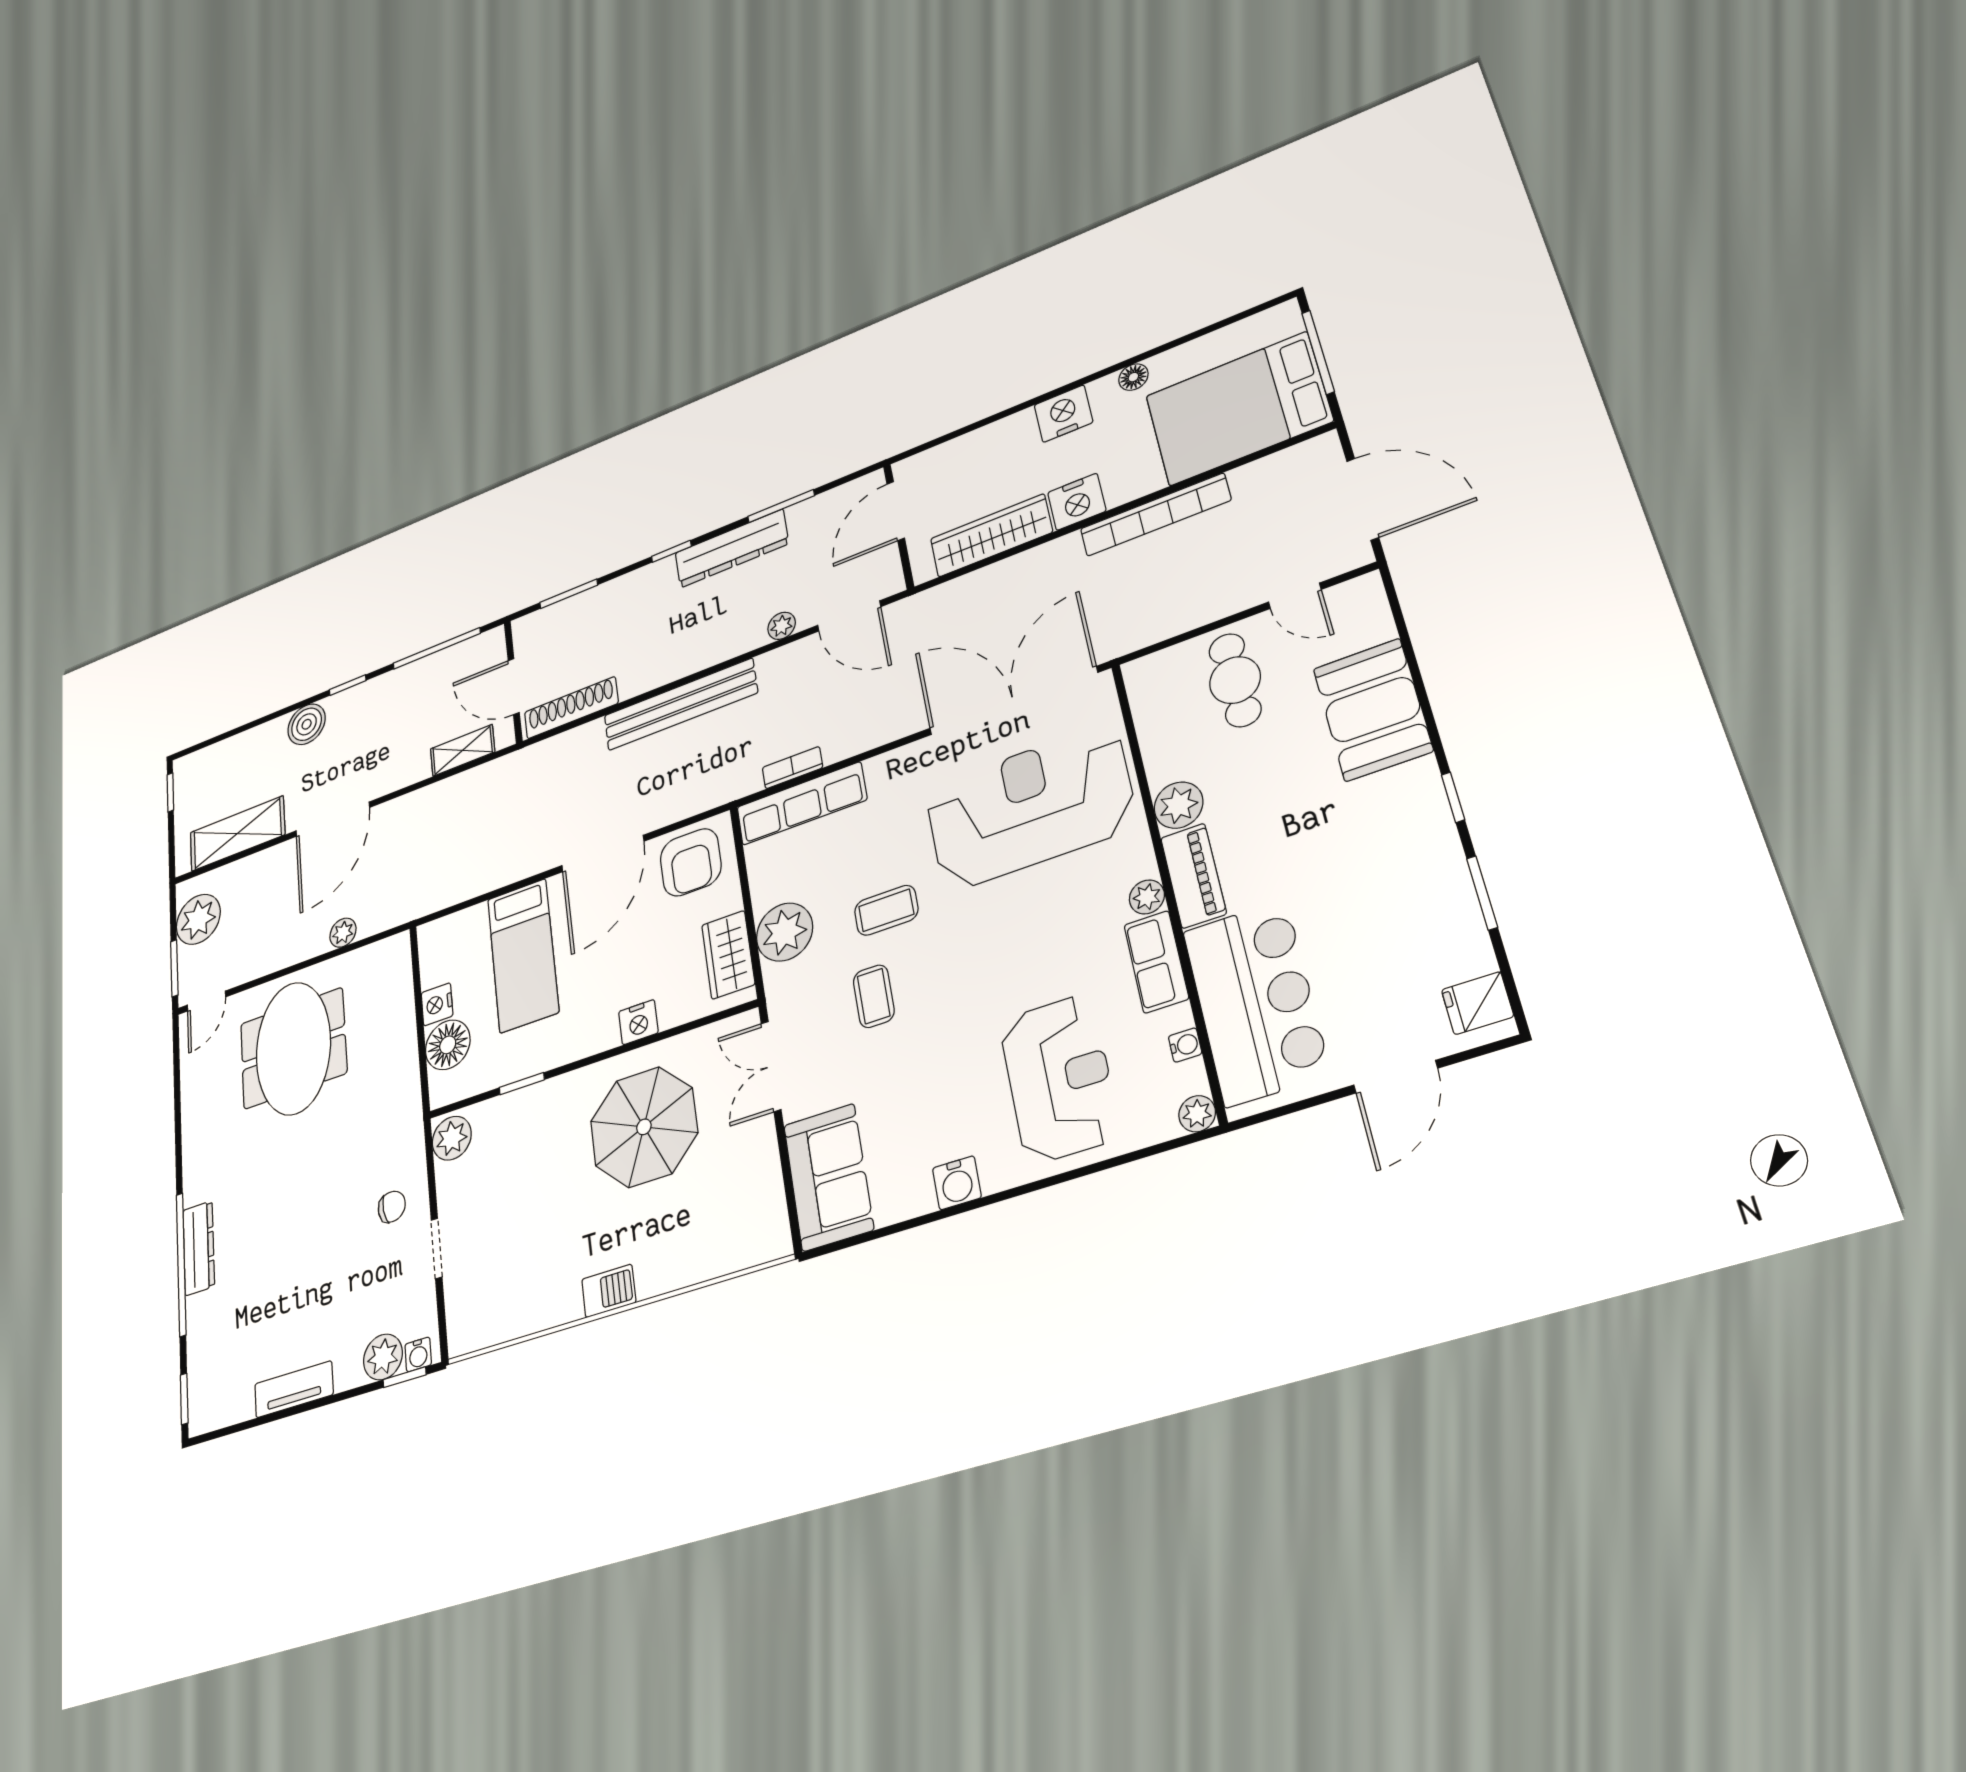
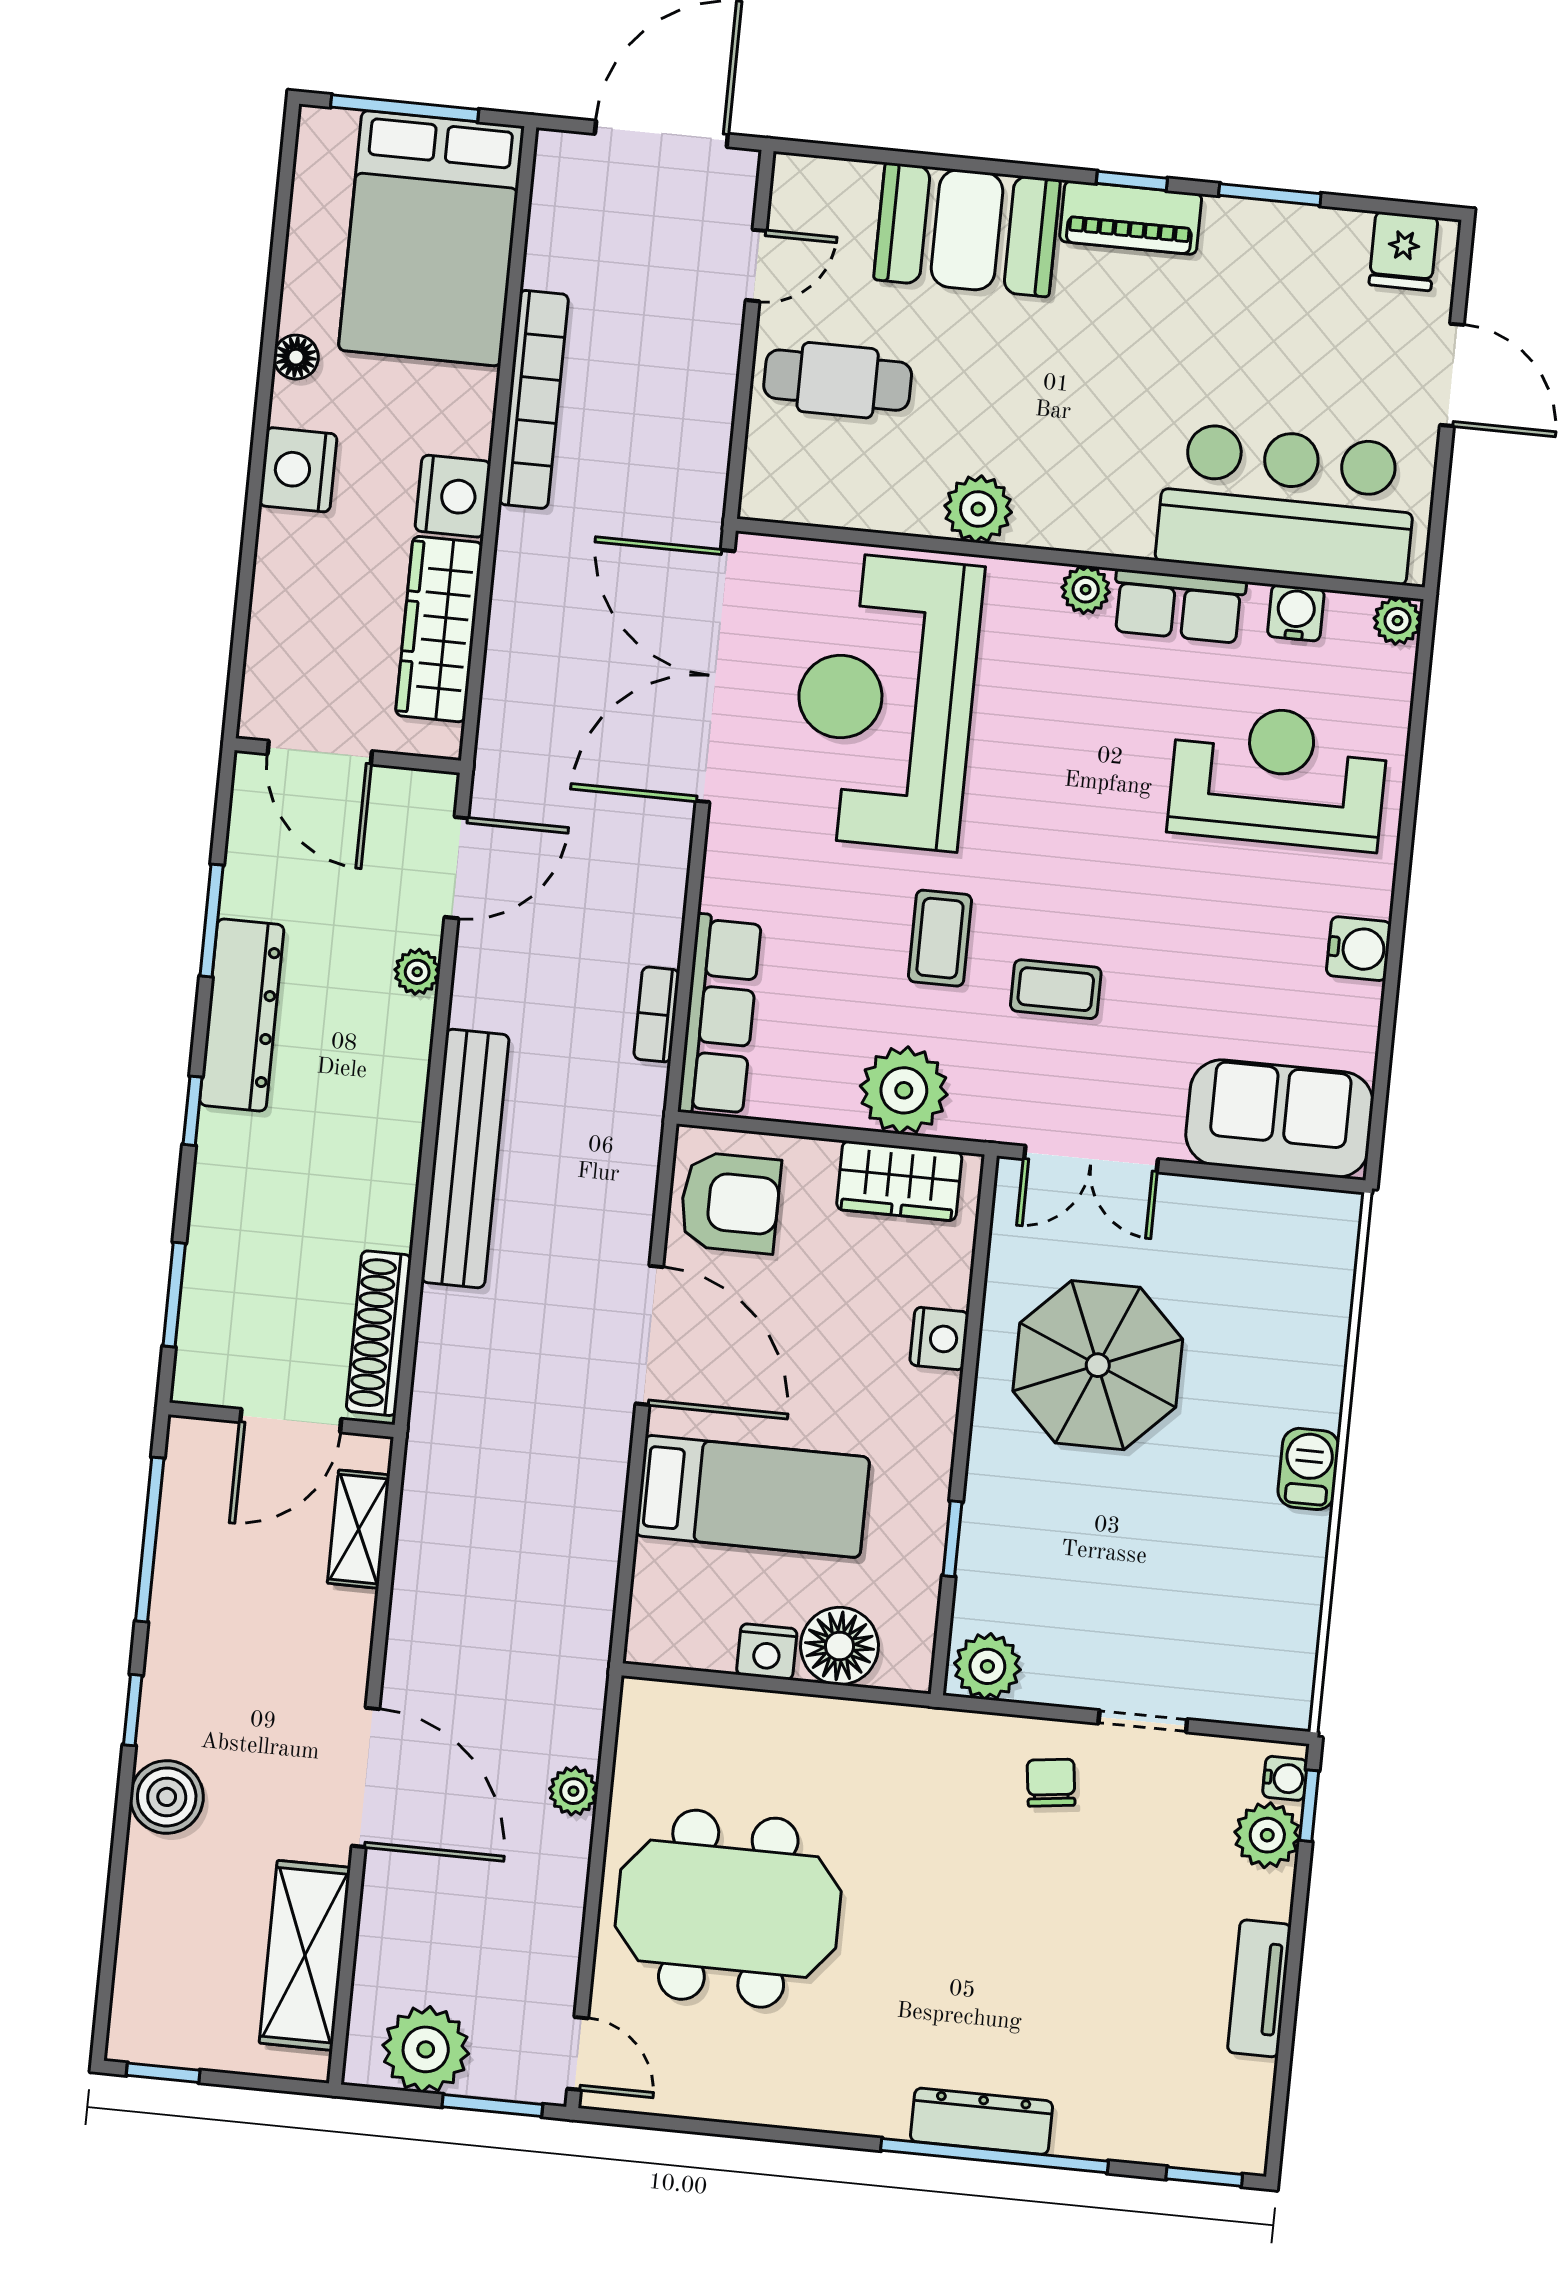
piano: (1193, 876) -> (1131, 218), moved, turned 180
water cooler: (1185, 1045) -> (1296, 613), width x1.38, depth x1.38

